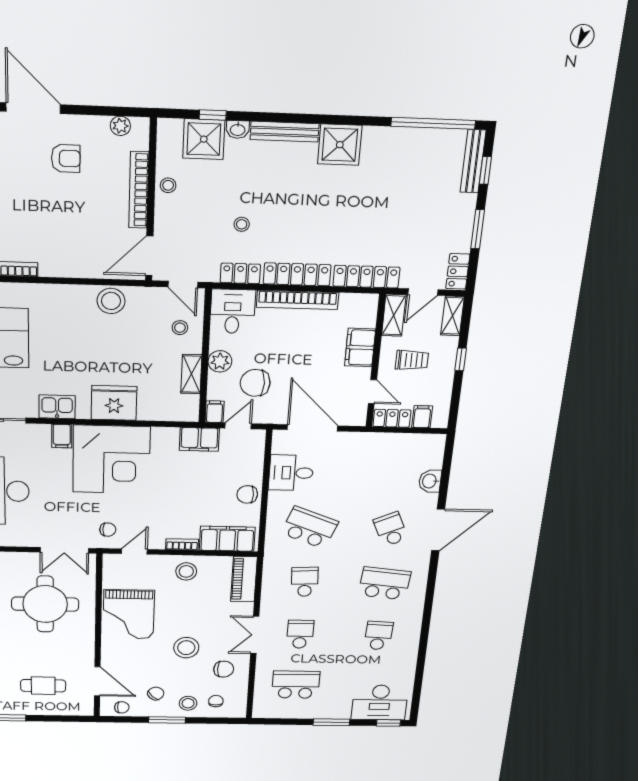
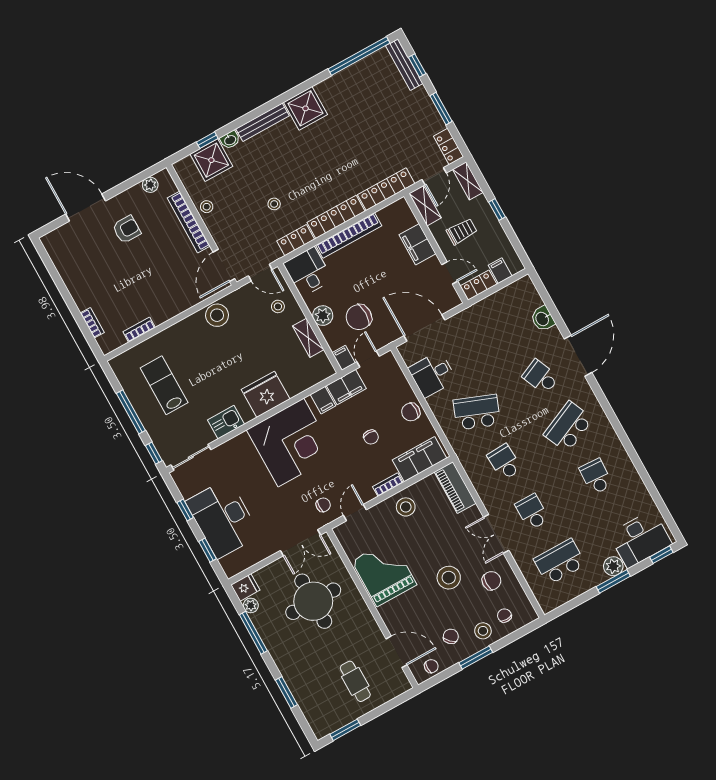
filing cabinet: (62, 436) -> (323, 400), moved
chair: (194, 496) -> (371, 437), added
school desk: (384, 583) -> (568, 427), turned -30
grand piano: (129, 614) -> (384, 573), turned 180
cafe table: (43, 686) -> (355, 681), turned 90
plant: (340, 711) -> (613, 566), added

